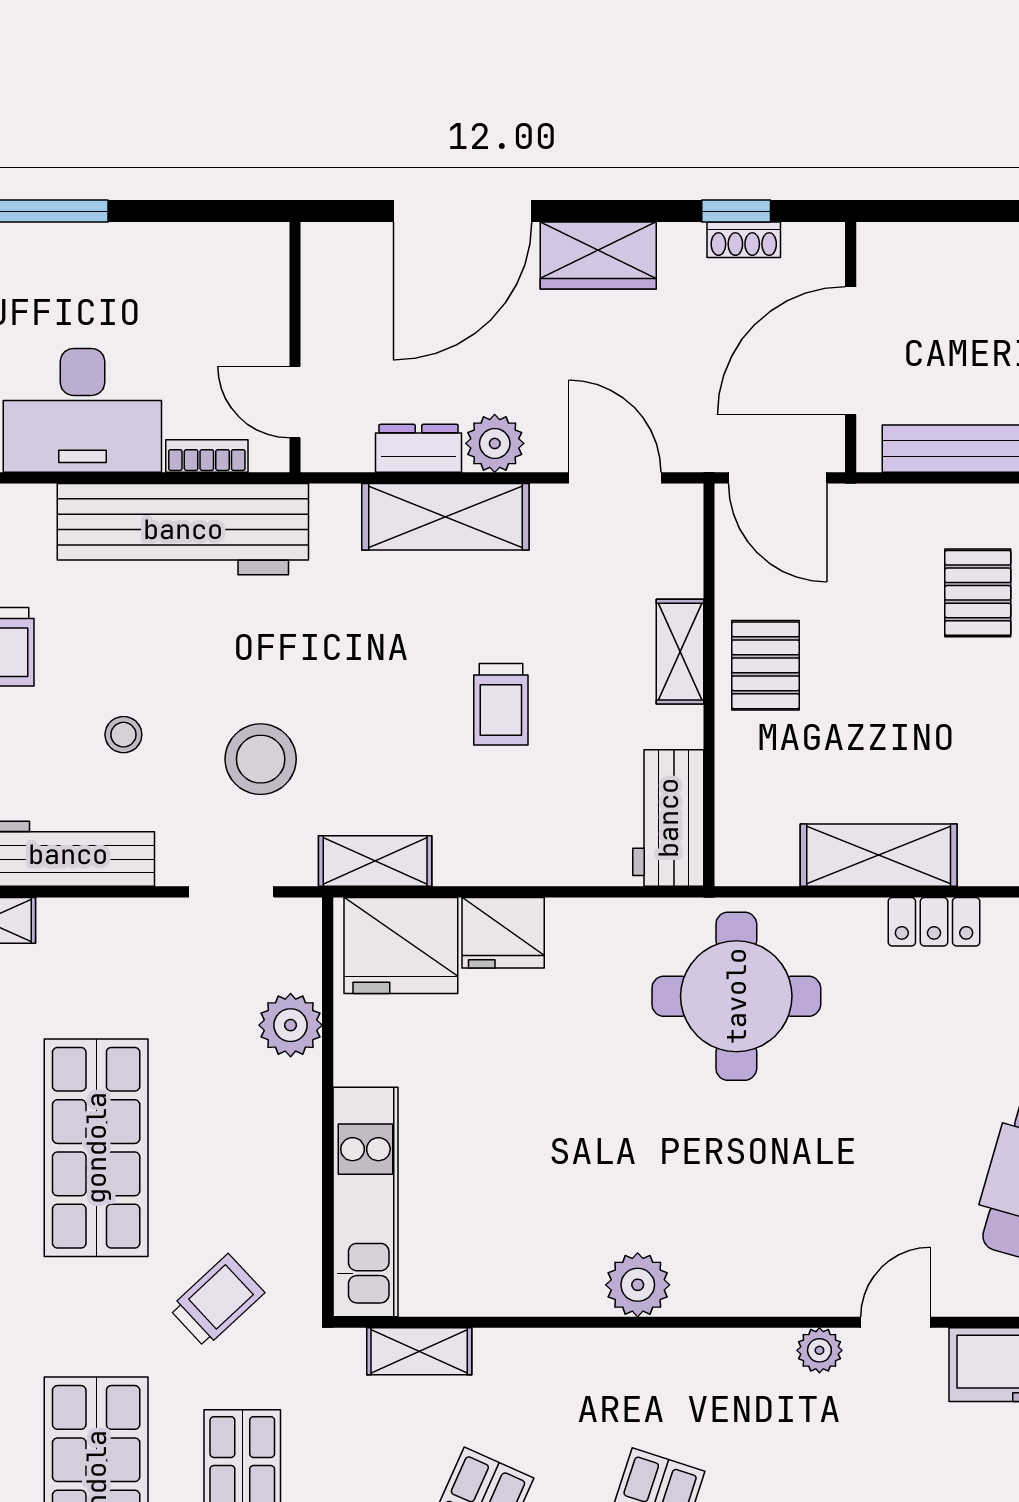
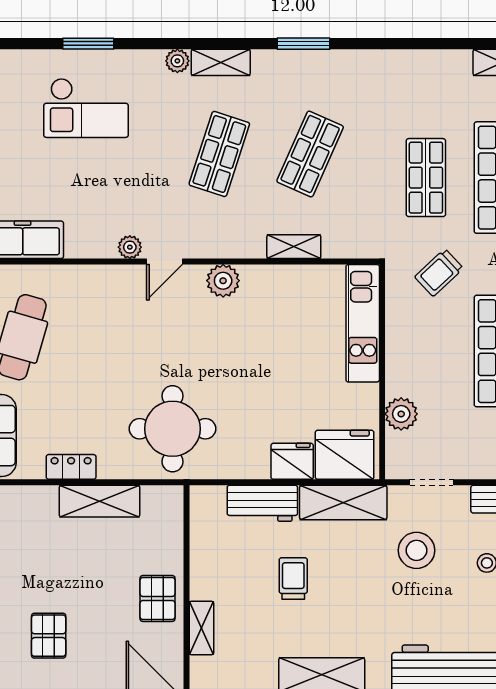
shelving: (680, 652) -> (201, 628), moved
workbench: (668, 818) -> (262, 503), moved, turned 90
shelving: (375, 861) -> (343, 502), width x1.50, depth x1.33
door: (896, 1322) -> (165, 262), moved
shelving: (419, 1351) -> (294, 247), moved

